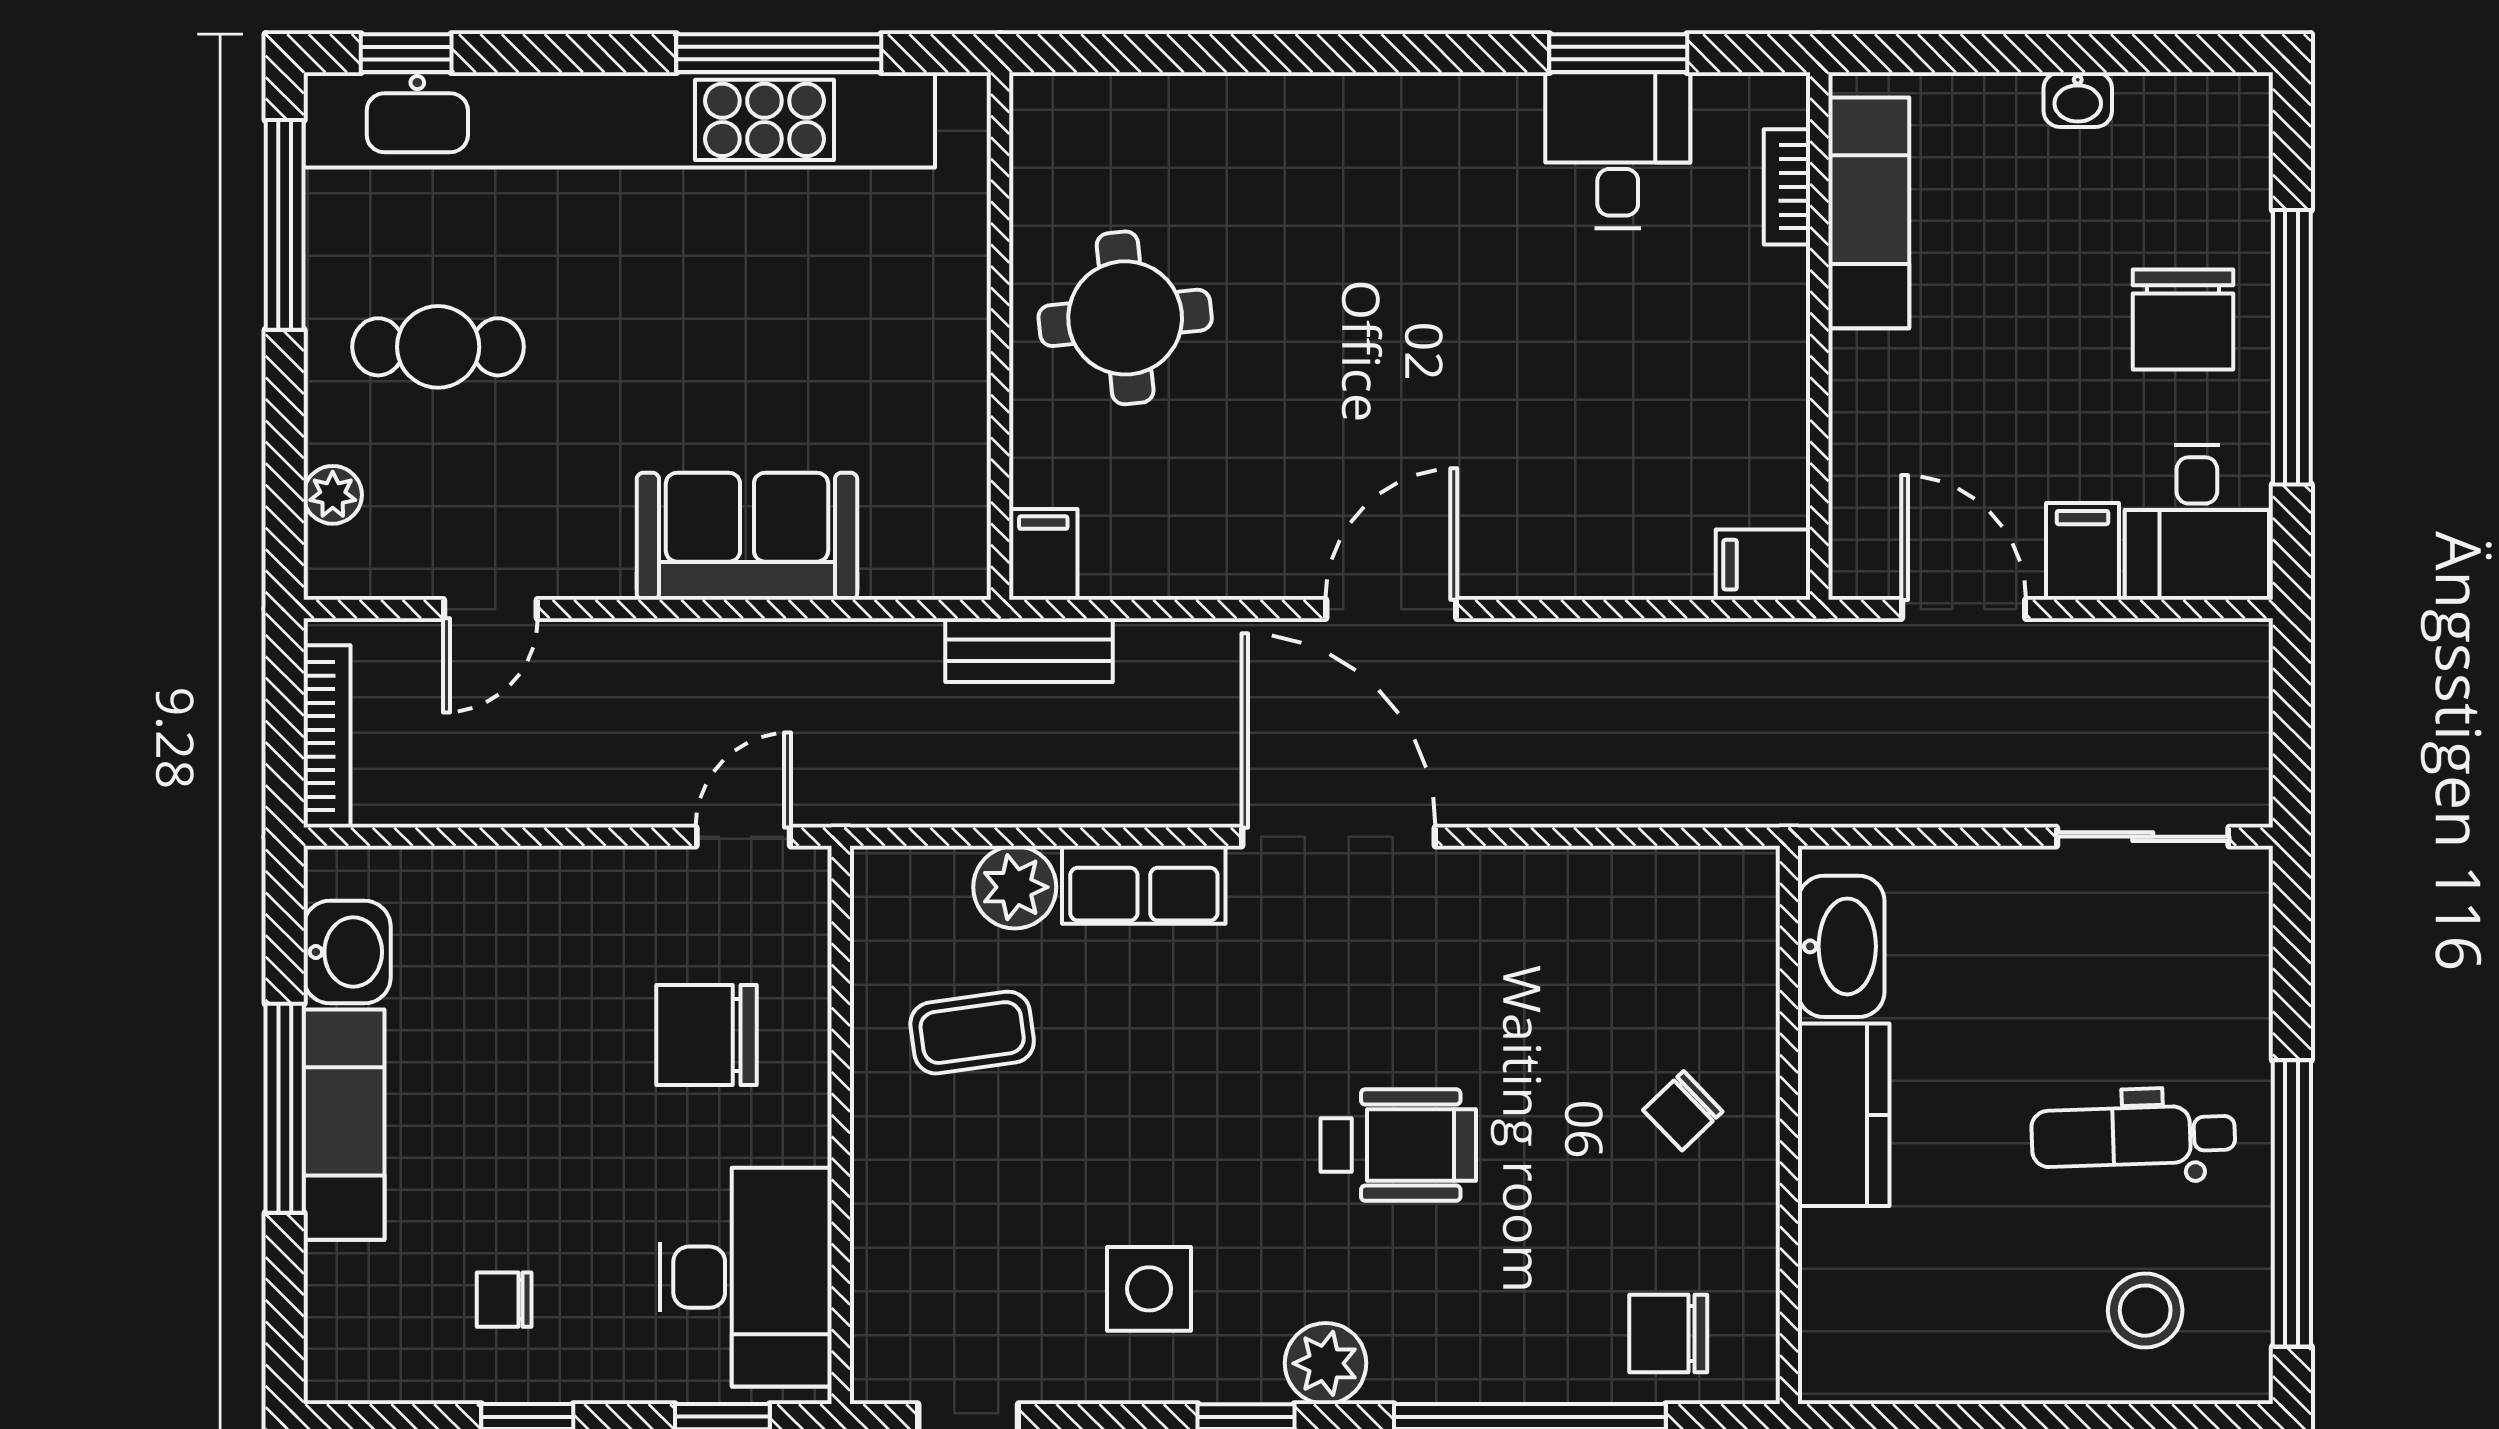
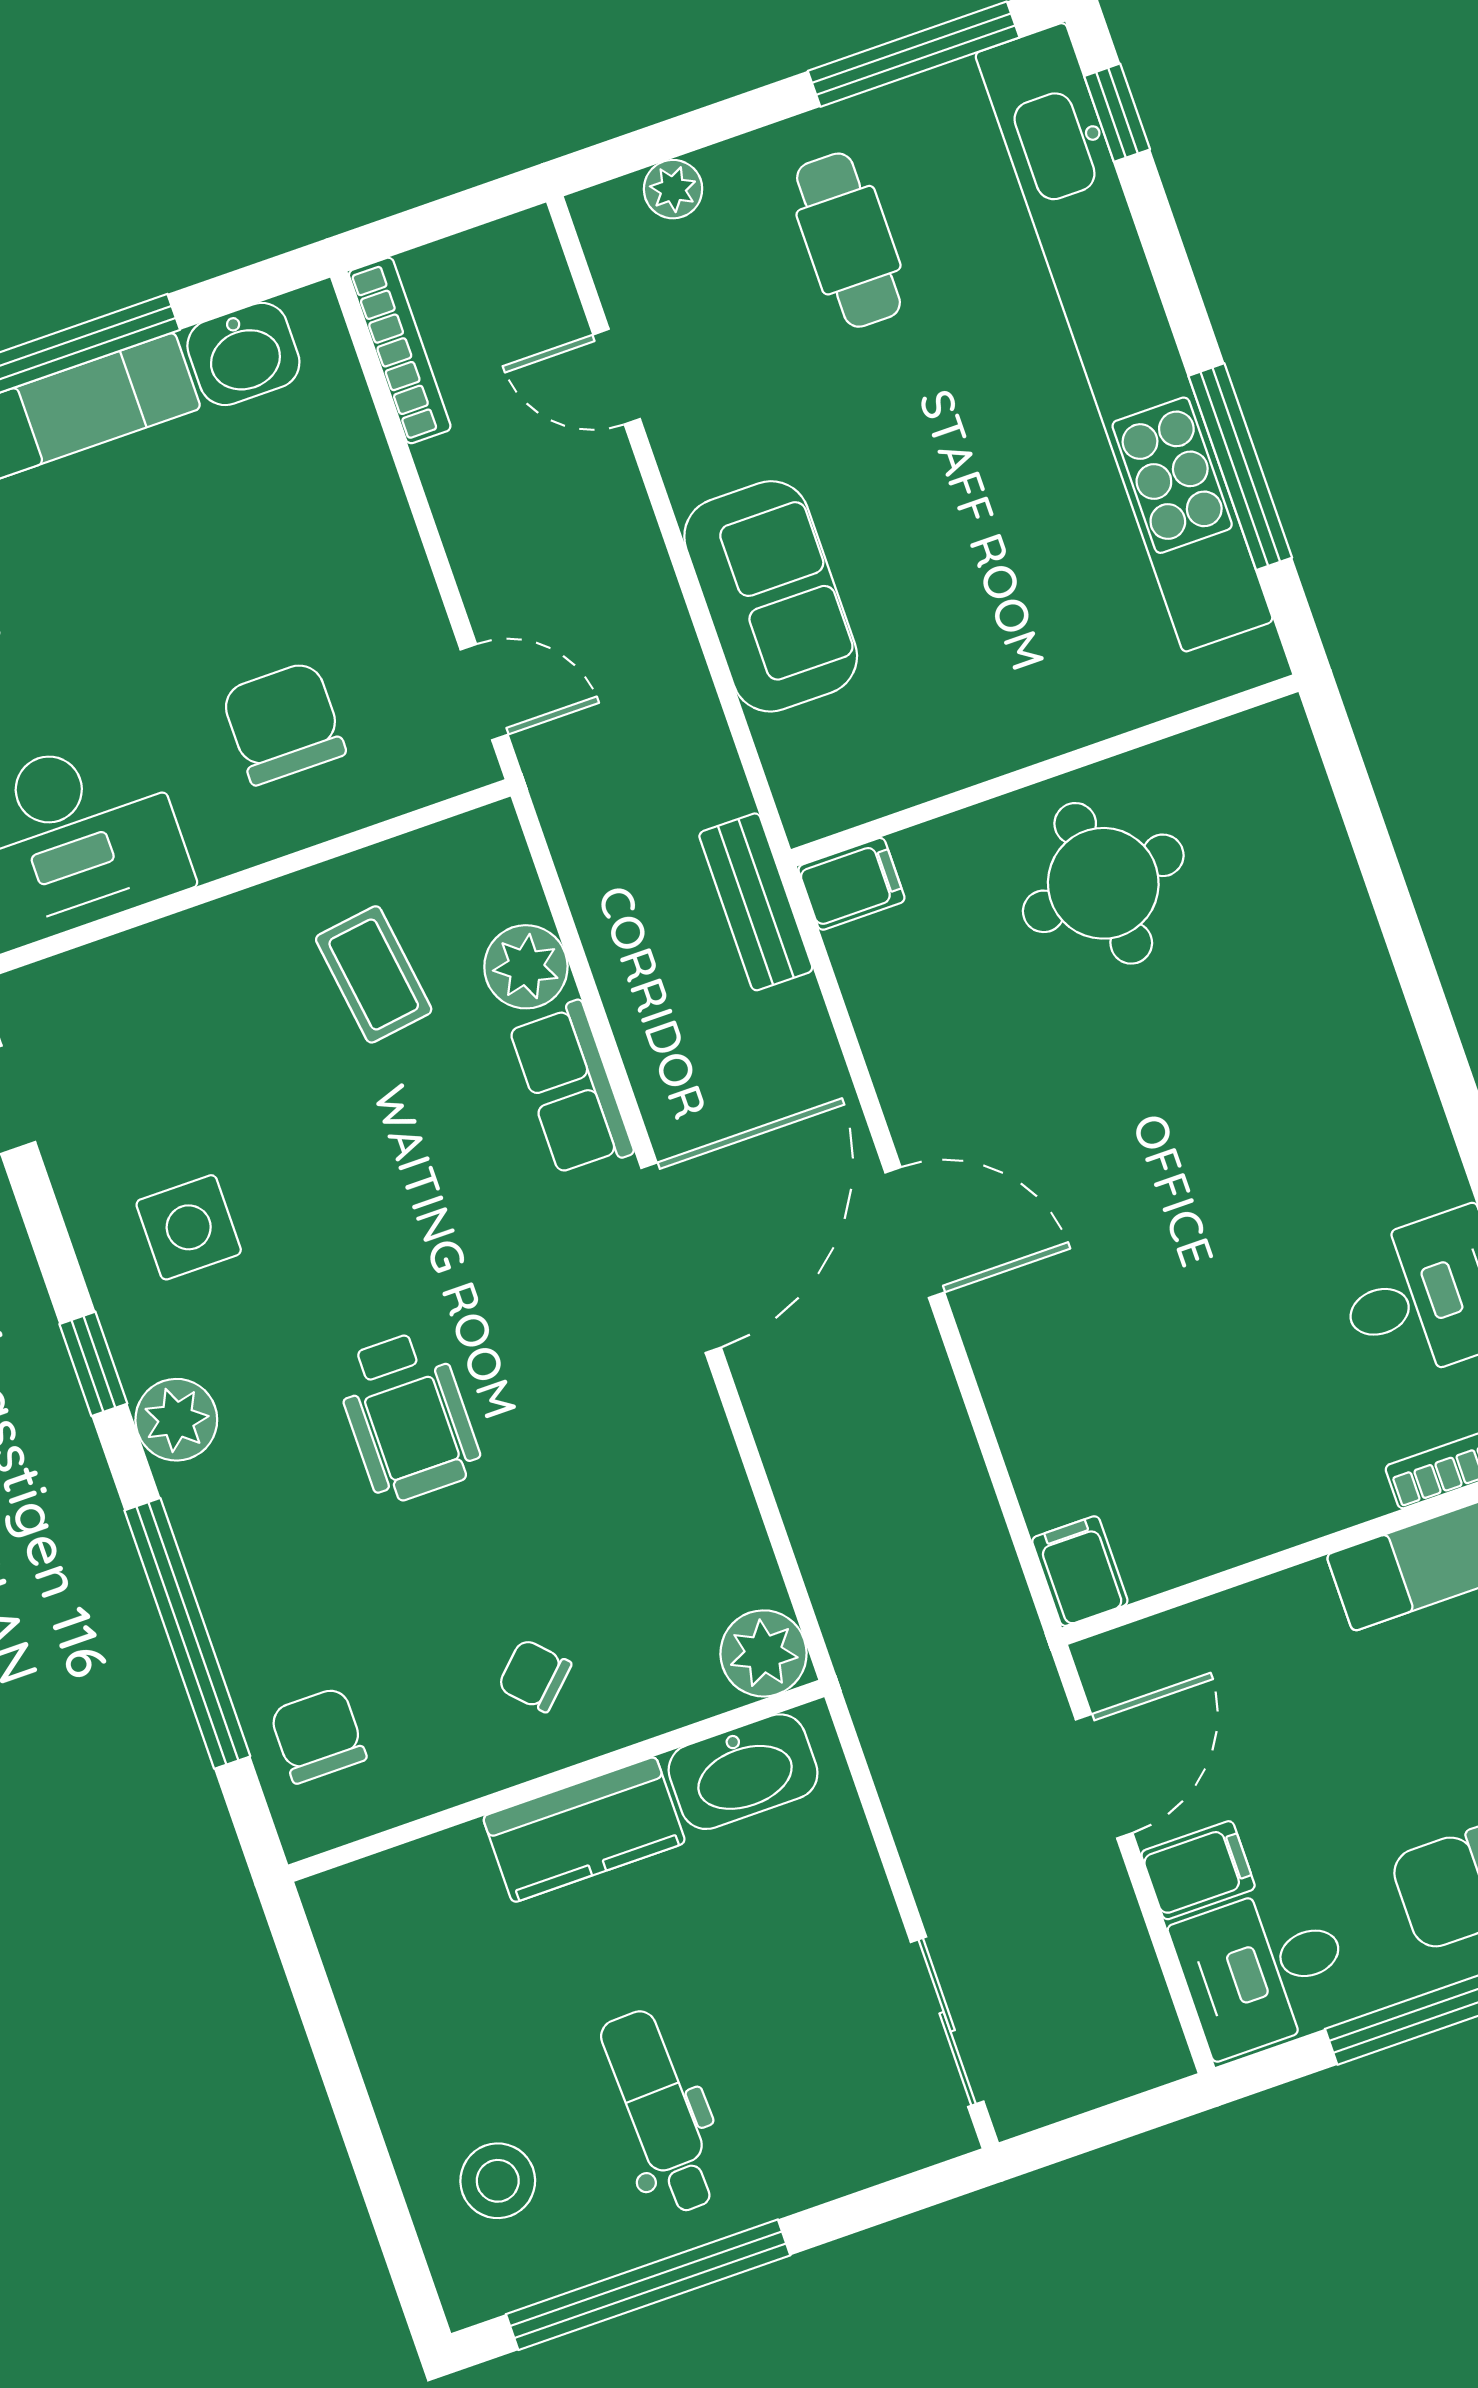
bookcase: (327, 736) -> (400, 350), moved, turned -90
plant: (1737, 889) -> (764, 1653), added

